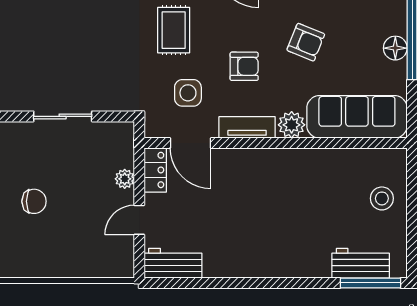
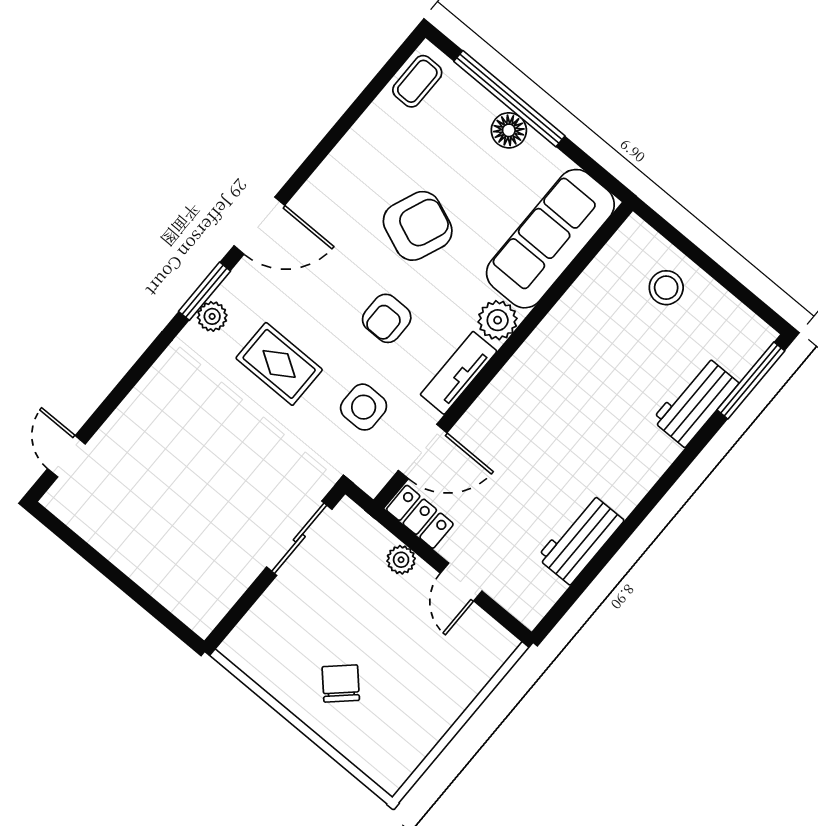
armchair: (306, 42) -> (418, 226), width x1.38, depth x1.38
armchair: (244, 66) -> (387, 318), turned 180
sliding door: (63, 116) -> (299, 538), moved
chair: (34, 201) -> (341, 683), turned -43
workbench: (173, 263) -> (580, 539), moved
workbench: (361, 263) -> (695, 402), moved

